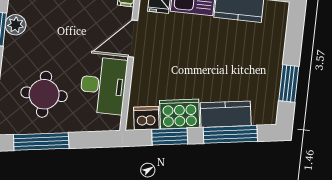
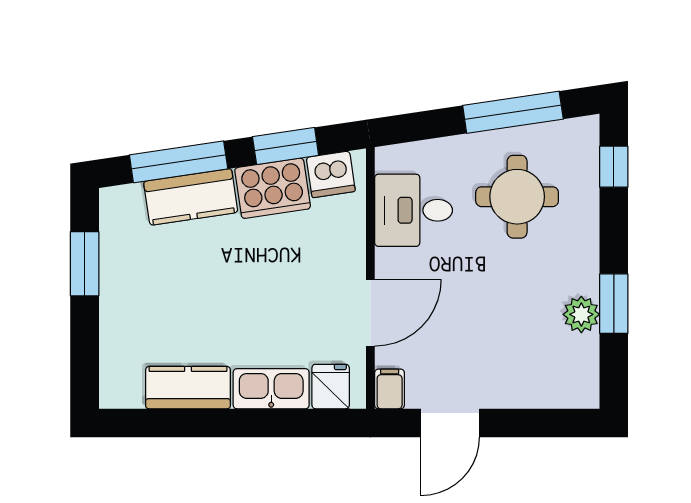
desk: (103, 86) -> (414, 210), width x0.73

